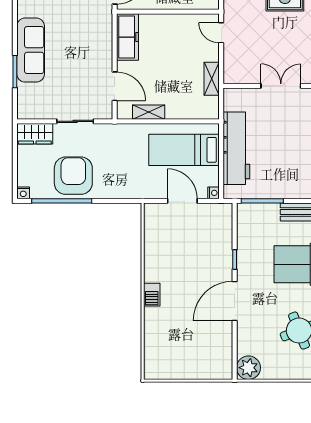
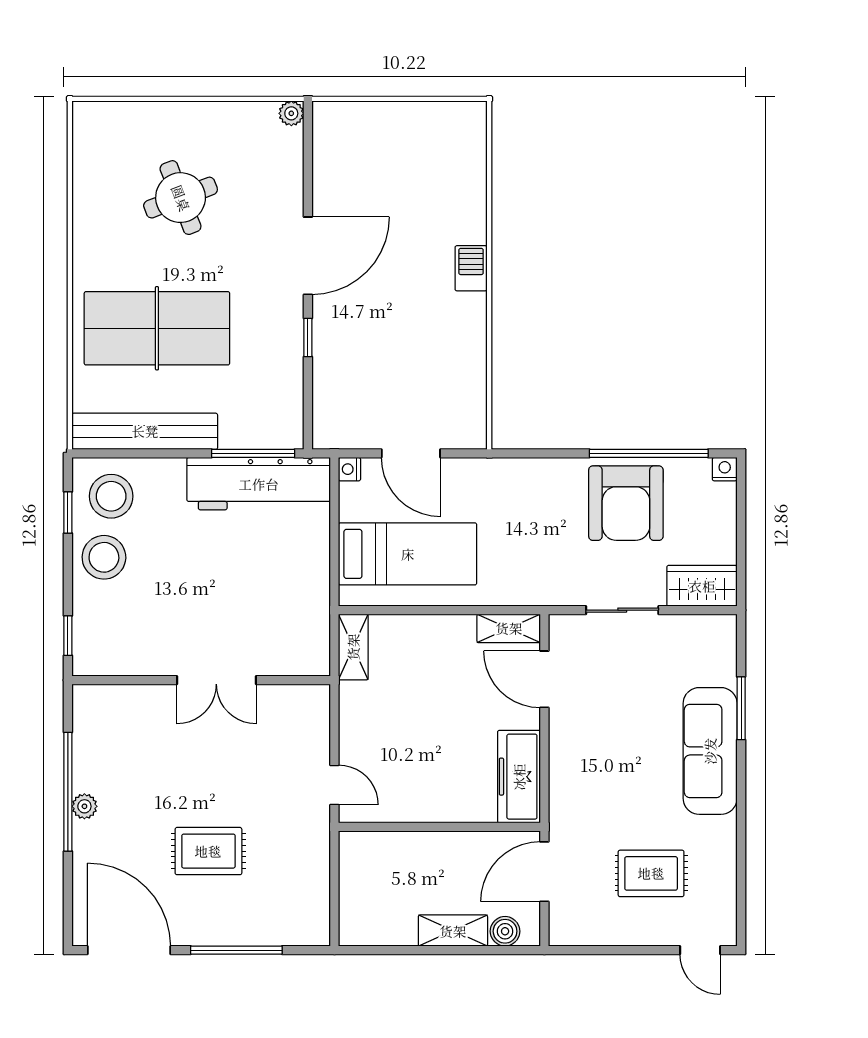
shelving: (212, 79) -> (353, 647), moved
shelving: (149, 112) -> (509, 628), moved
workbench: (236, 148) -> (259, 484), moved, turned -90
plant: (248, 368) -> (291, 113), width x0.53, depth x0.53

